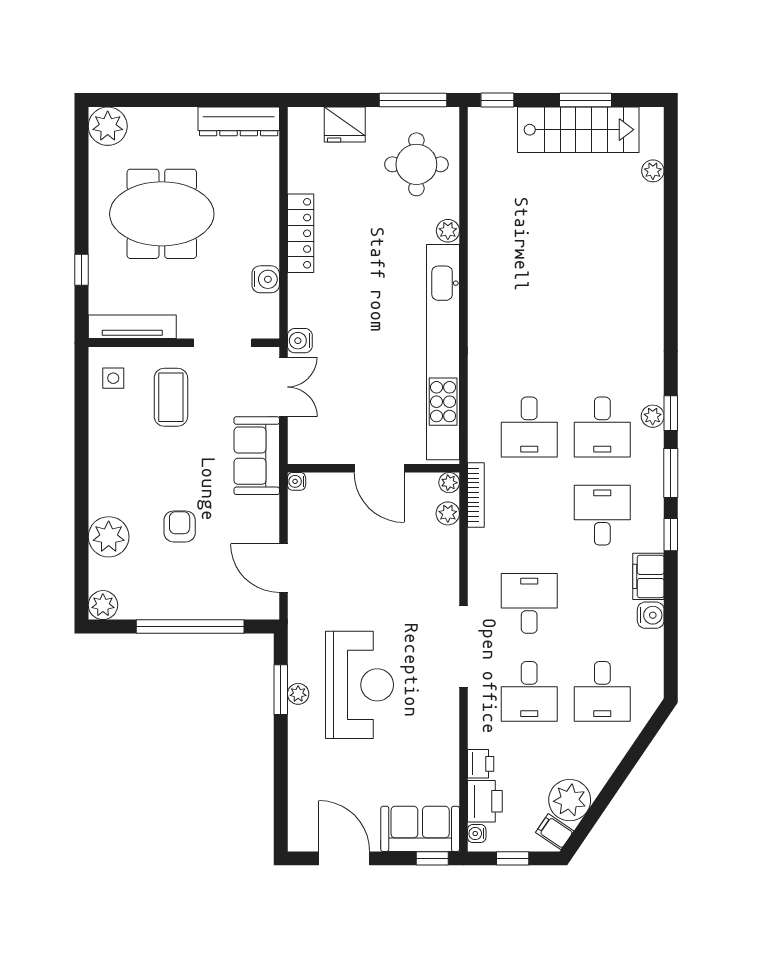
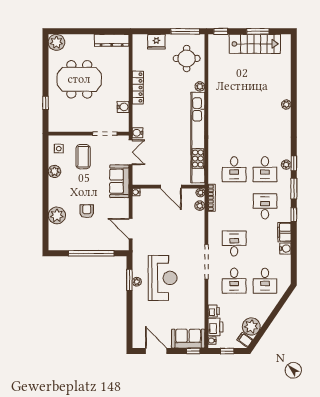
plant: (653, 171) -> (286, 104), moved
tv unit: (132, 327) -> (67, 127), removed
plant: (103, 605) -> (54, 171), moved

